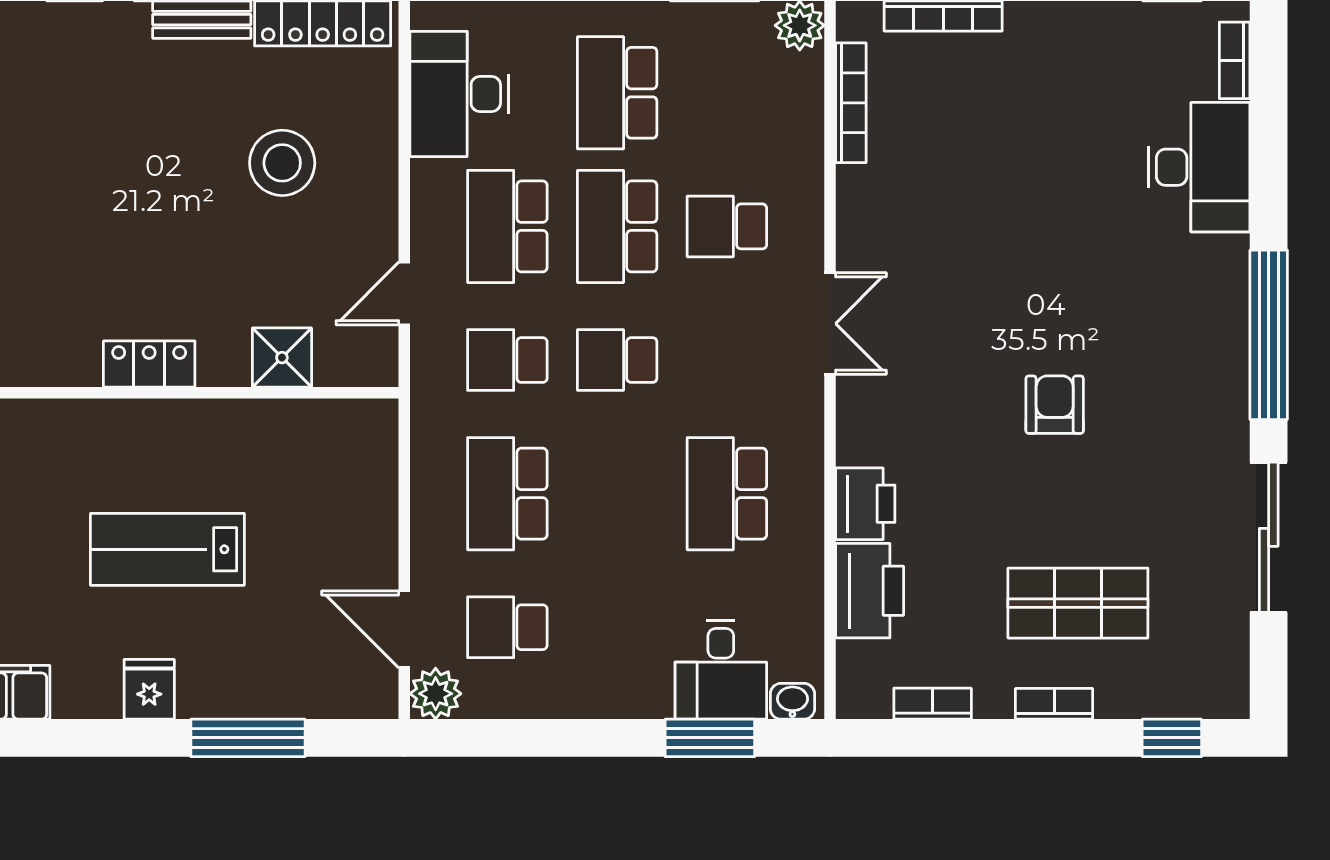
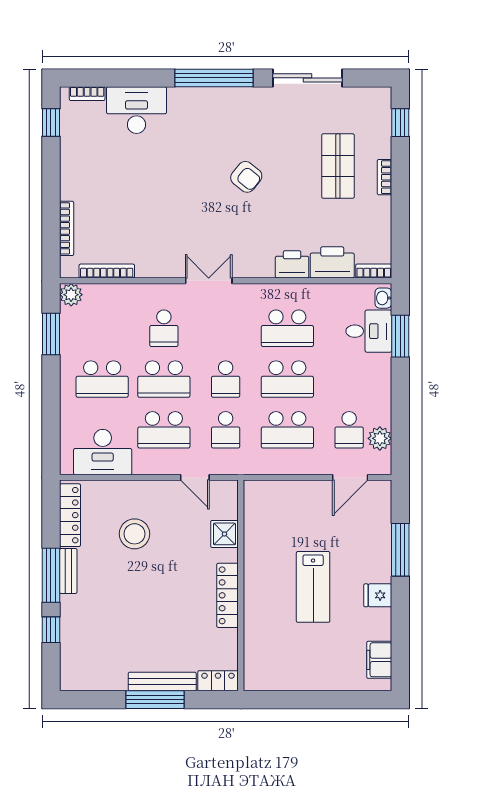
locker: (149, 364) -> (227, 595), width x1.53
armchair: (1055, 405) -> (246, 177), turned -141
school desk: (617, 494) -> (287, 379), added
plant: (436, 694) -> (380, 438), moved
bookcase: (933, 704) -> (374, 271), moved, turned 90

